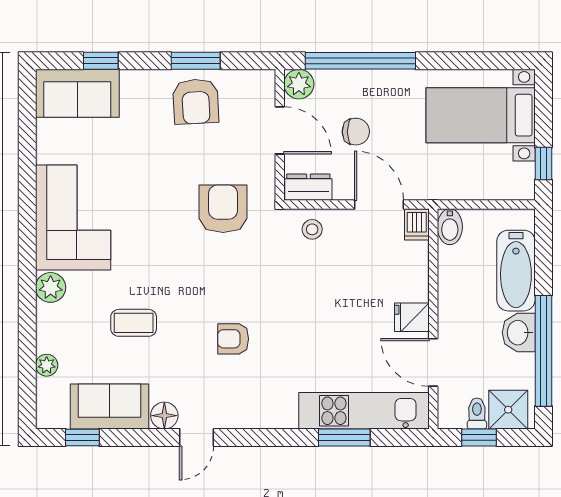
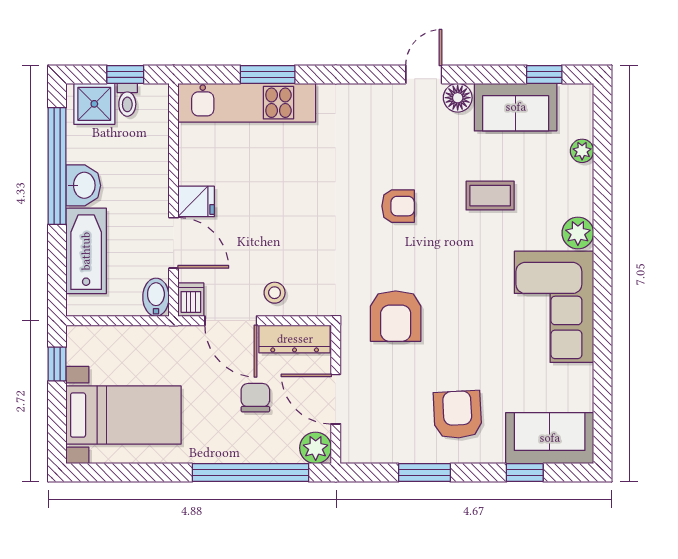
armchair: (196, 101) -> (458, 415), moved
chair: (356, 132) -> (255, 398), turned 90
dresser: (308, 187) -> (295, 339), width x1.44
stool: (312, 229) -> (275, 293), moved
armchair: (233, 339) -> (398, 206), moved
door: (433, 362) -> (174, 243), moved

